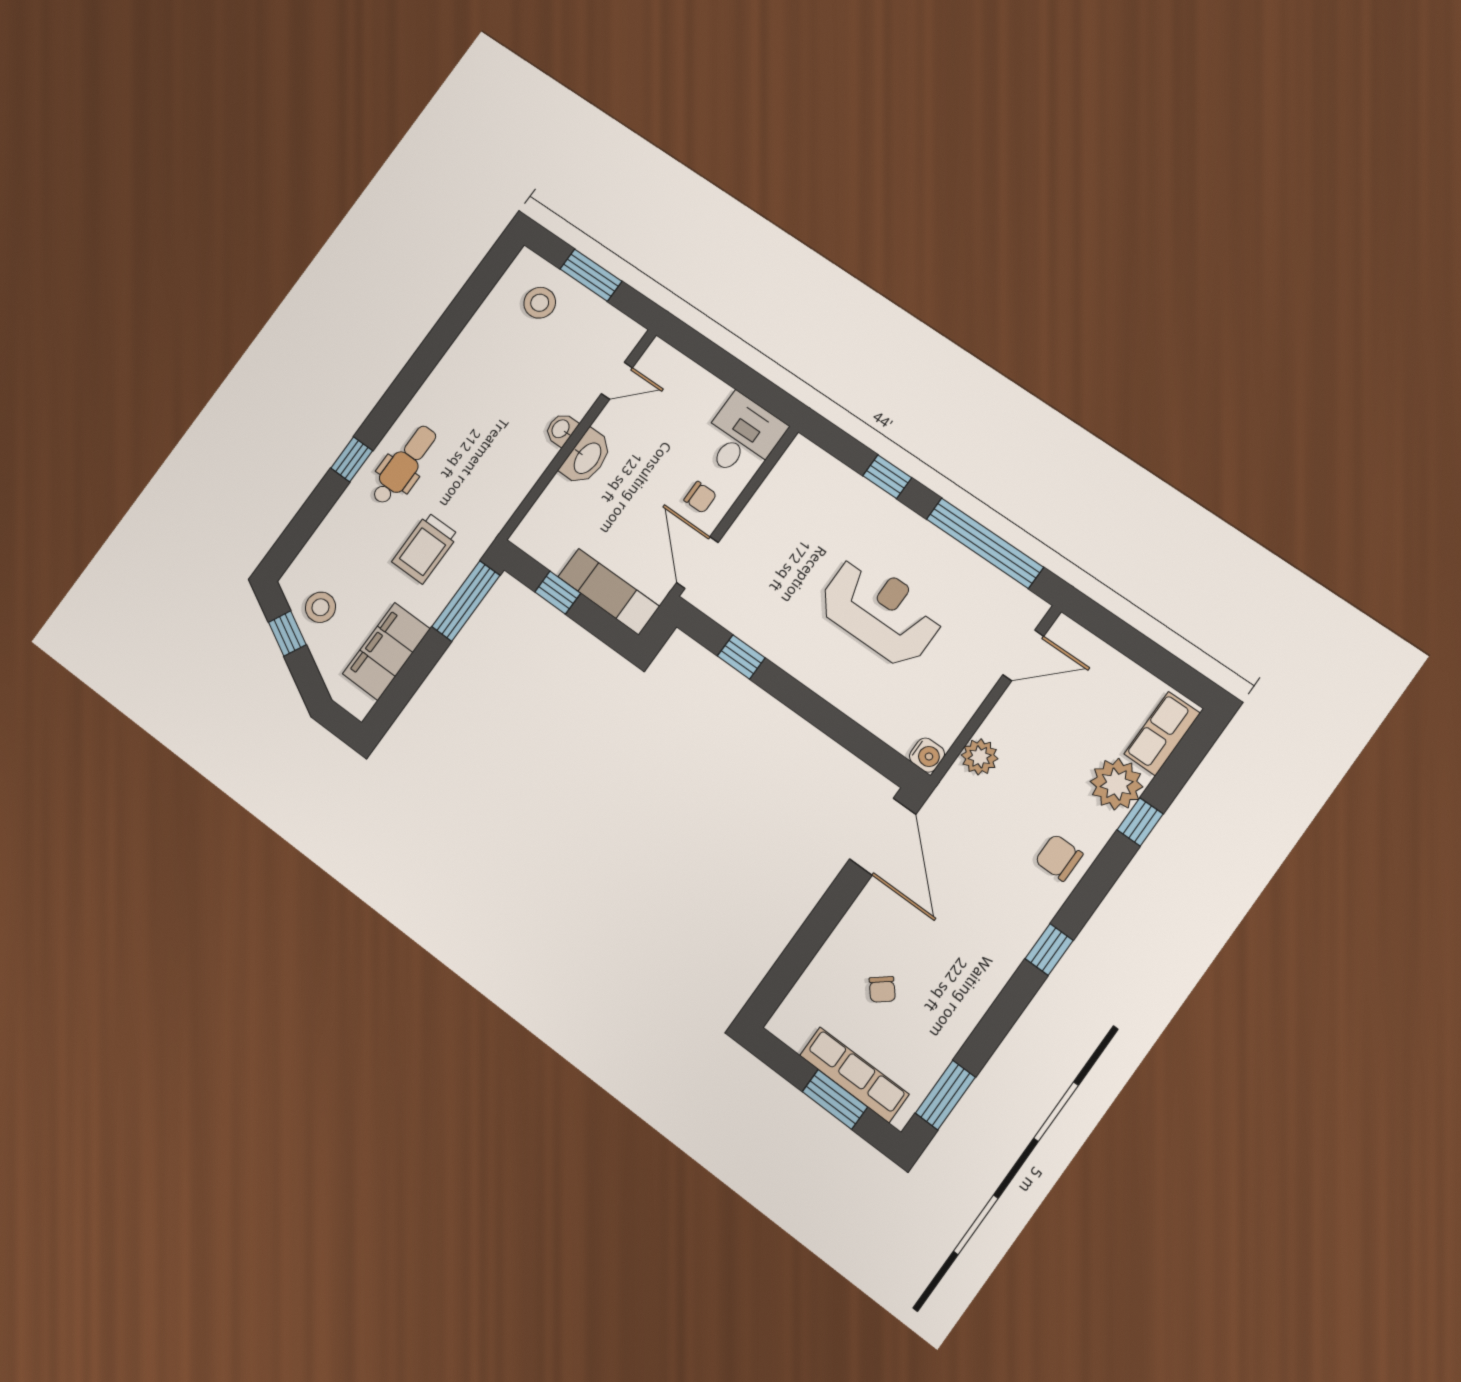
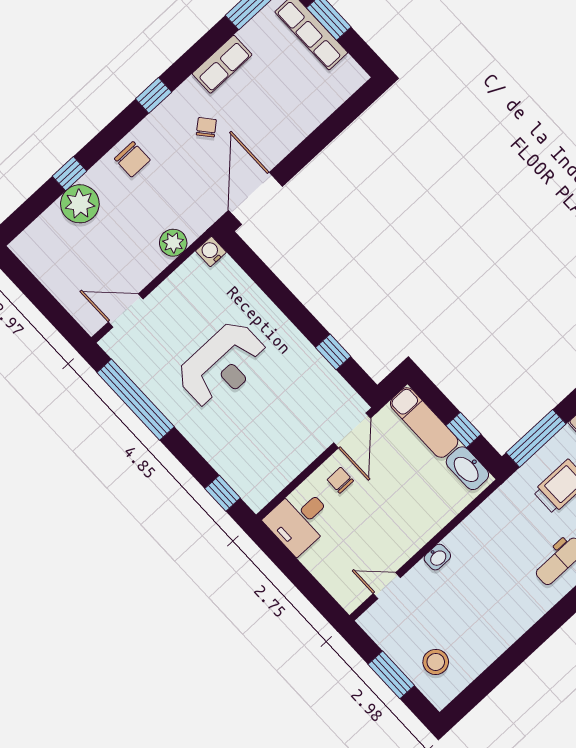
washbasin: (587, 458) -> (467, 468), moved, turned -90
window: (887, 477) -> (223, 493), moved
reception desk: (881, 611) -> (223, 365), turned -90
row of seats: (1162, 734) -> (222, 64), moved
chair: (882, 989) -> (206, 127), moved

